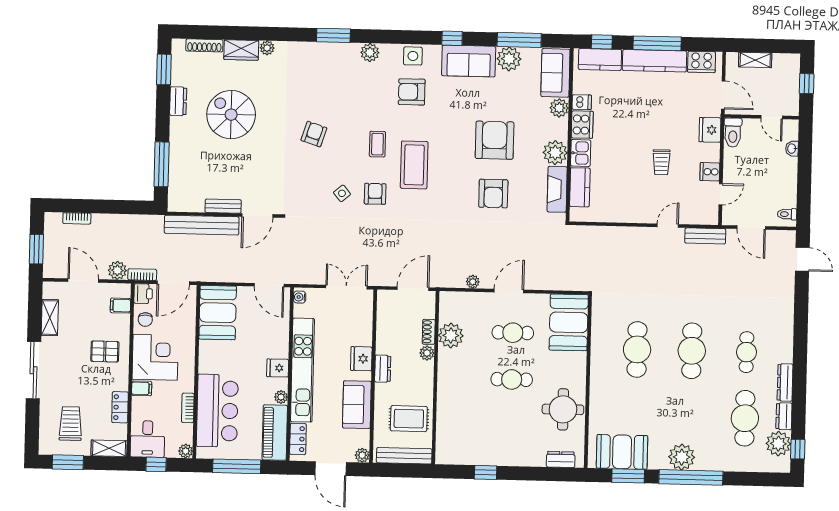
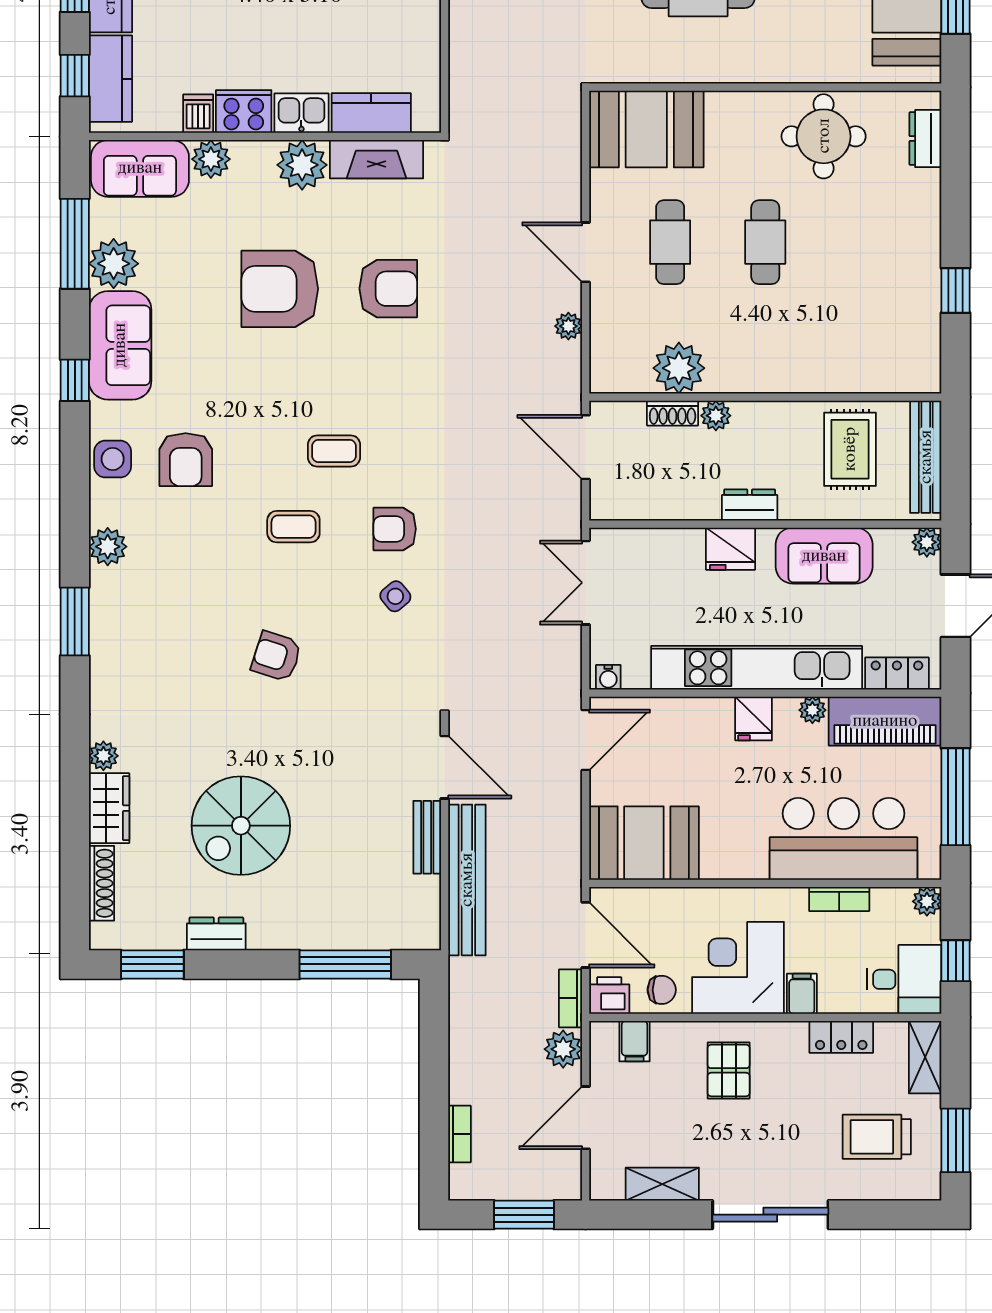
coffee table: (414, 165) -> (334, 451), width x0.54, depth x0.58

